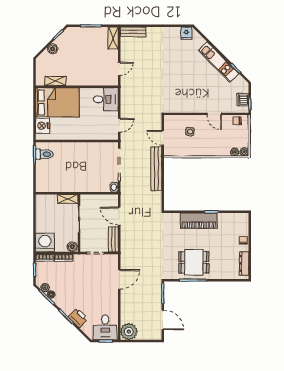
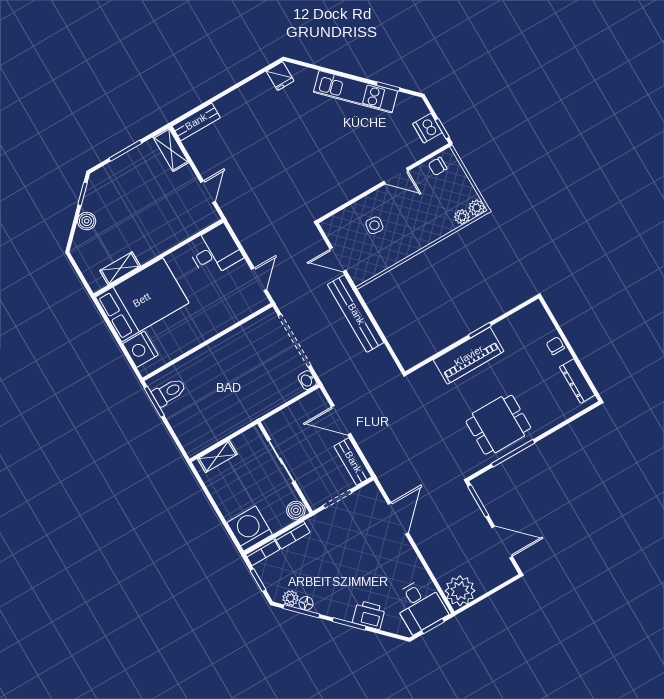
shelving: (68, 199) -> (217, 456), moved

